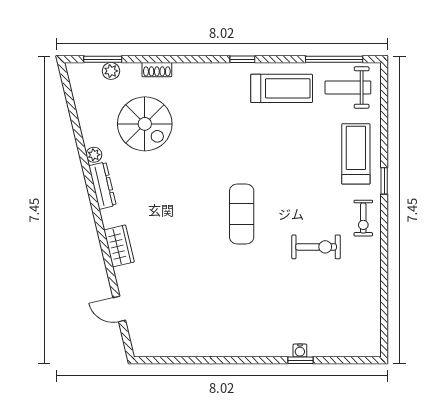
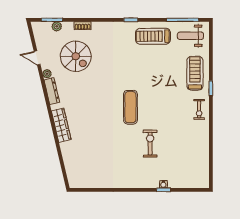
treadmill: (282, 88) -> (153, 36), turned 180
wardrobe: (119, 246) -> (61, 125), width x1.50
exercise bike: (316, 247) -> (150, 144), moved, turned -90
door: (119, 309) -> (37, 58), moved

